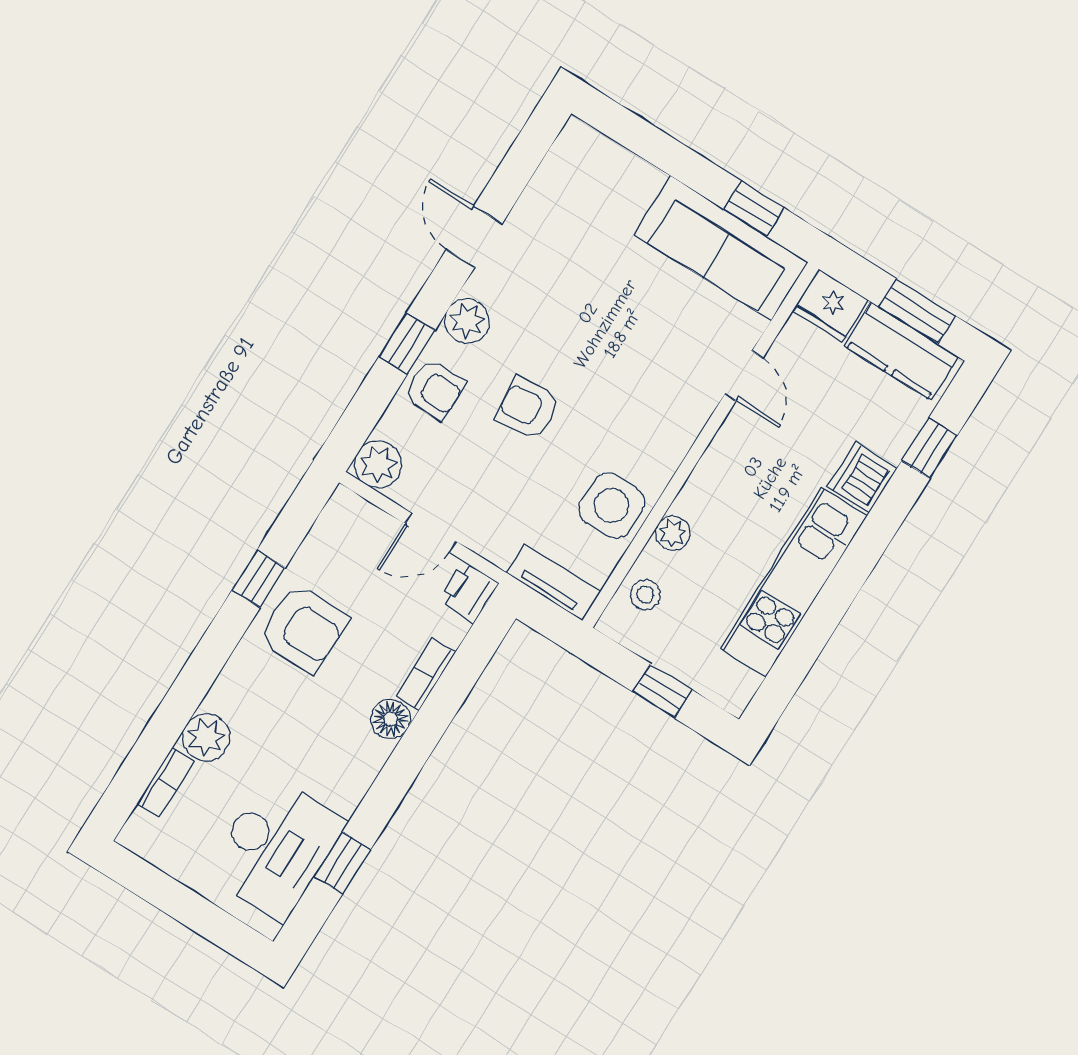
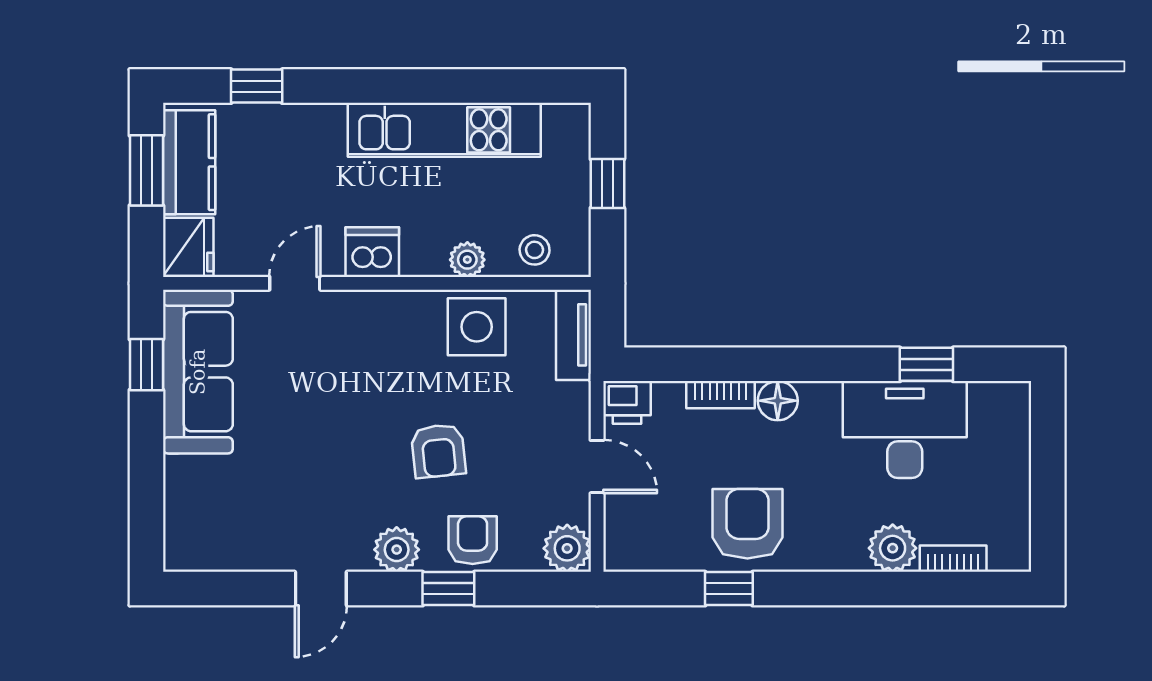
dishwasher: (862, 478) -> (372, 252), moved, turned 180
desk: (276, 848) -> (905, 430), moved

